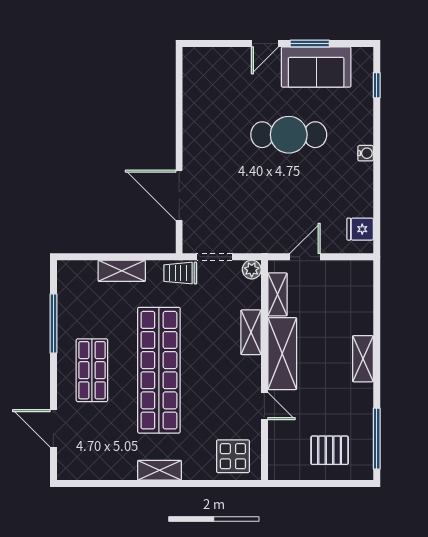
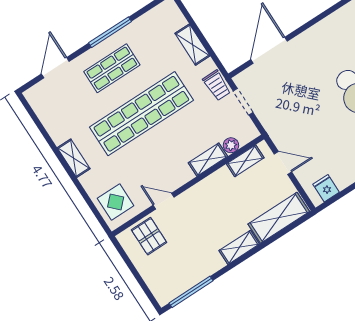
plant: (252, 270) -> (231, 145), moved
trolley: (180, 273) -> (217, 85), turned 180
window: (53, 324) -> (110, 32), moved
shelving: (282, 354) -> (279, 218), moved
door: (264, 406) -> (164, 201), swing flipped
pallet: (330, 450) -> (149, 236), moved

